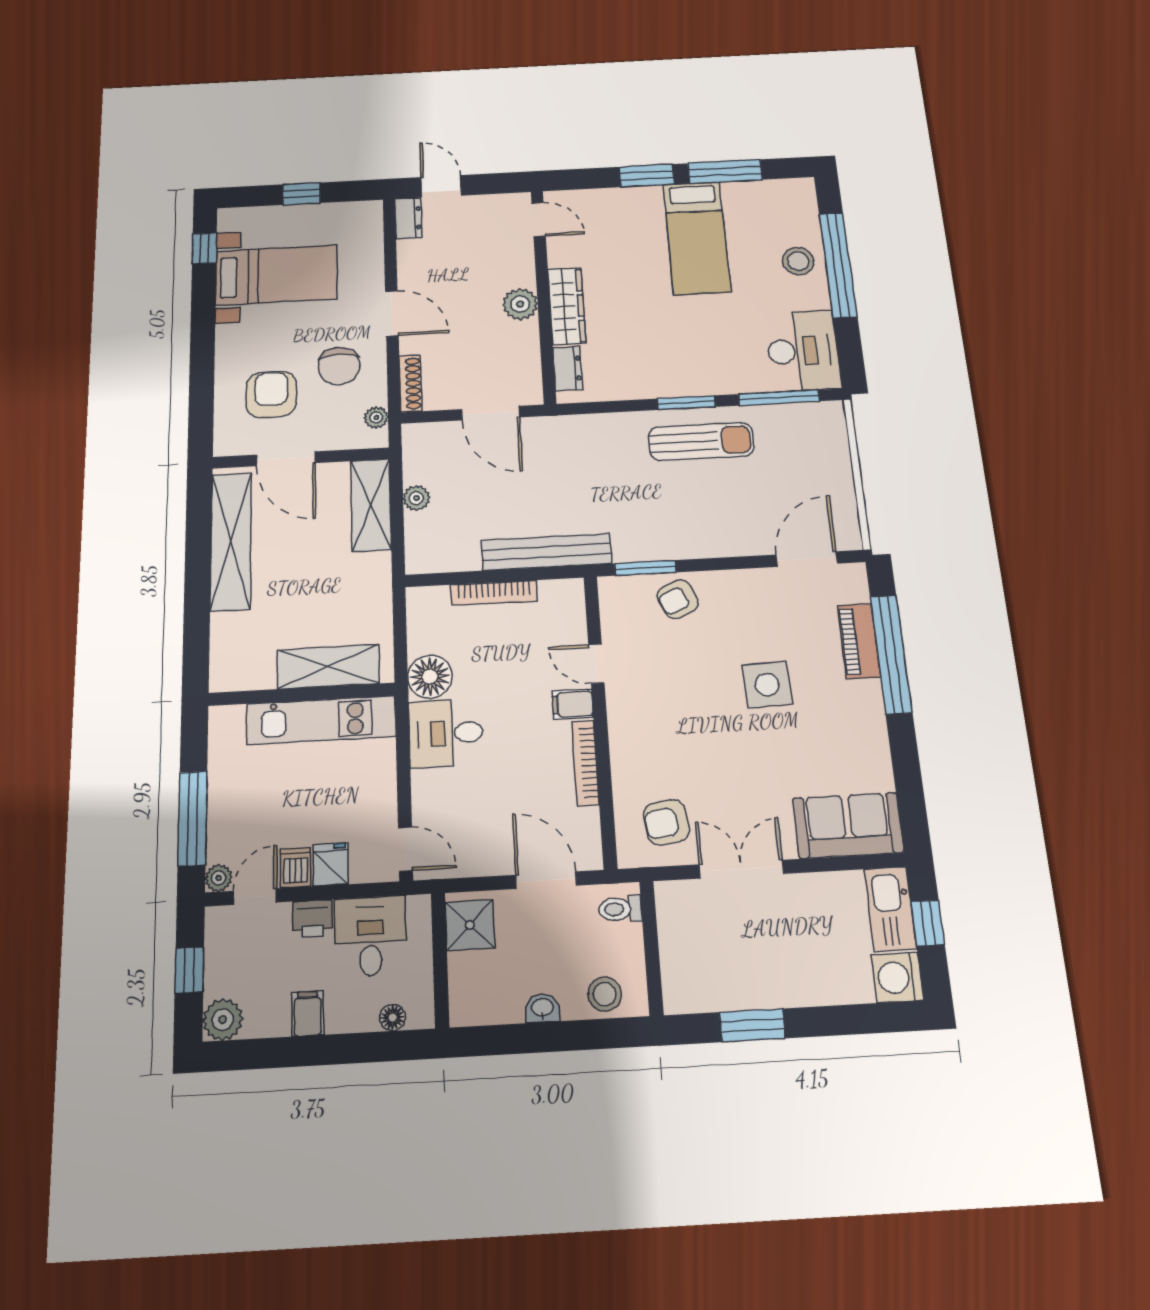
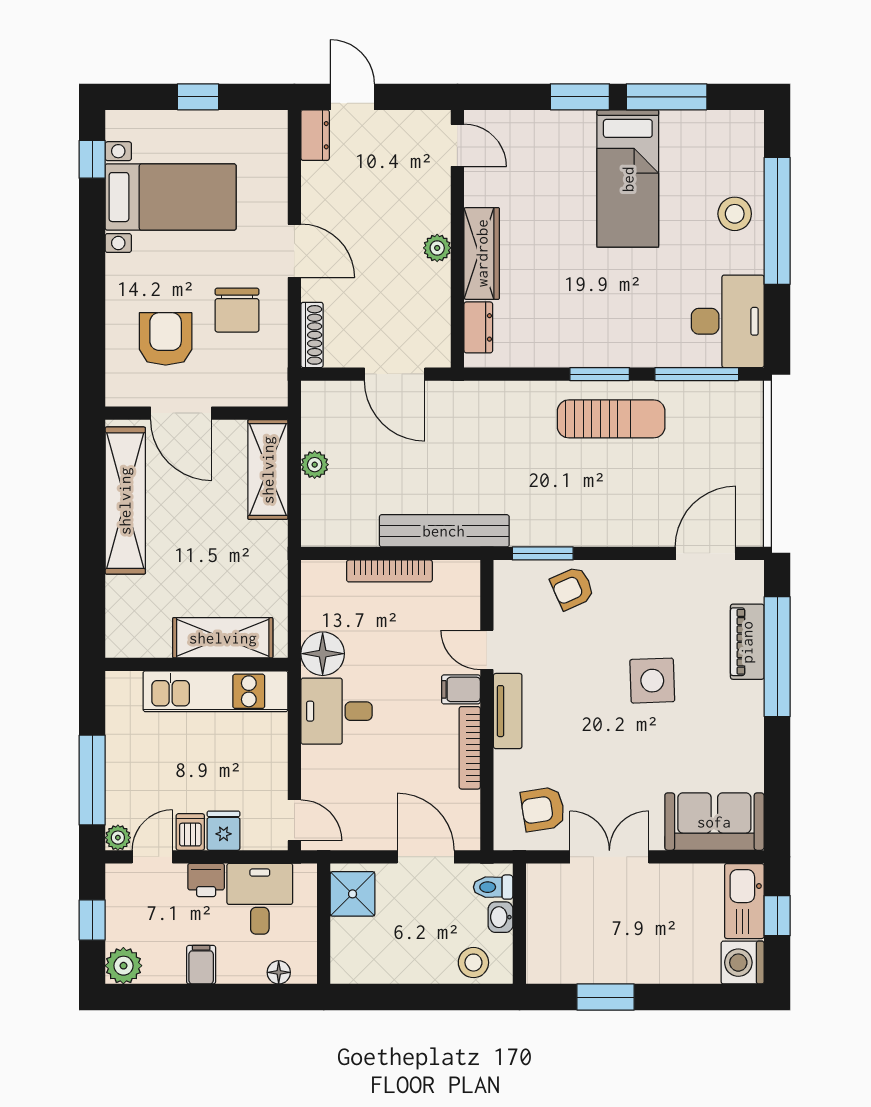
plant: (520, 304) -> (437, 248), width x0.73, depth x0.73
plant: (376, 418) -> (275, 372), removed
tv unit: (622, 723) -> (508, 711), added
washbasin: (542, 1008) -> (501, 917), moved, turned -90

